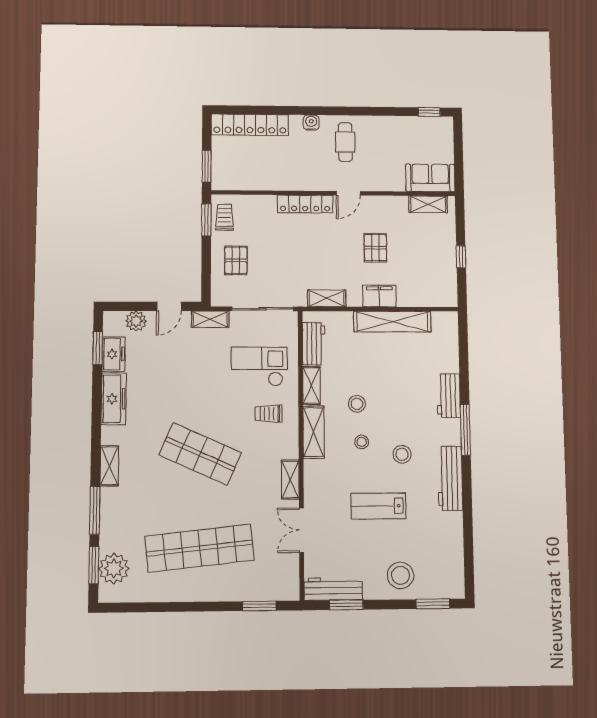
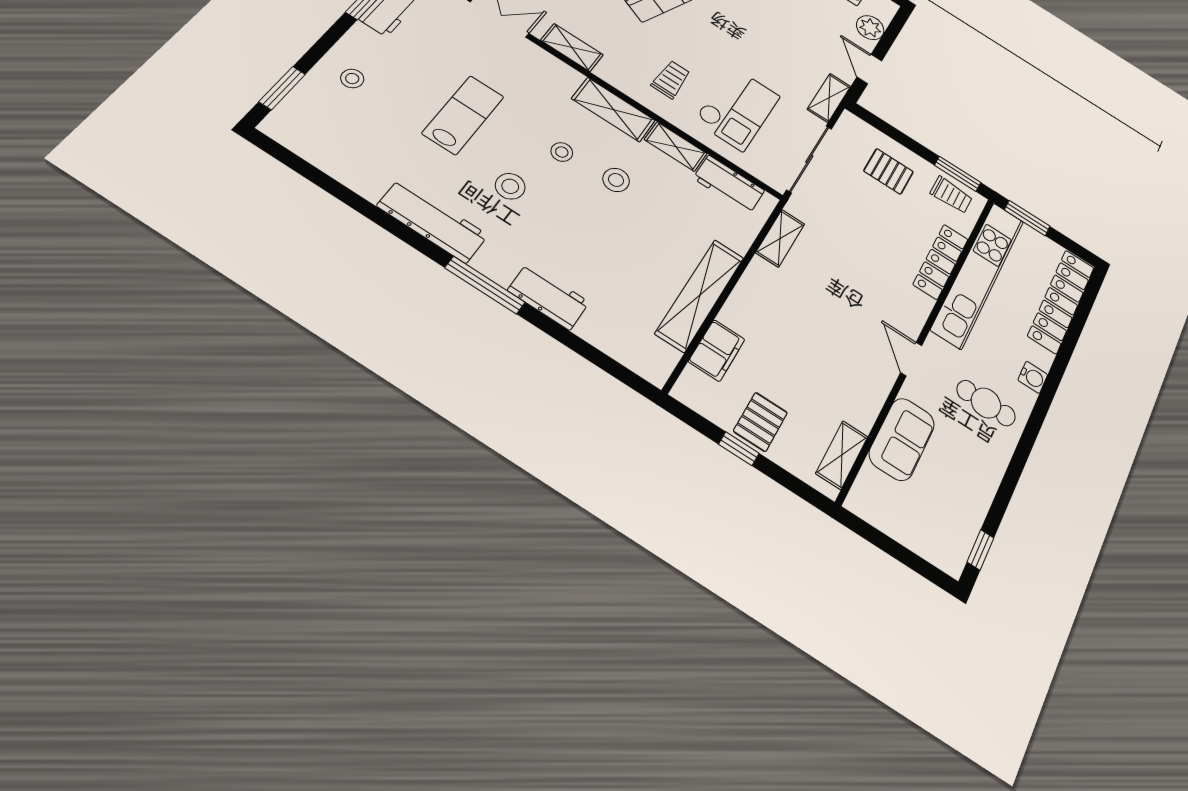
sofa: (430, 178) -> (902, 439), moved
kitchen unit: (267, 179) -> (978, 274), added
locker: (305, 204) -> (941, 262), moved
pallet: (375, 248) -> (760, 422), moved, turned 90
filing cabinet: (379, 296) -> (717, 350), moved
stool: (400, 575) -> (352, 79), width x0.53, depth x0.53

